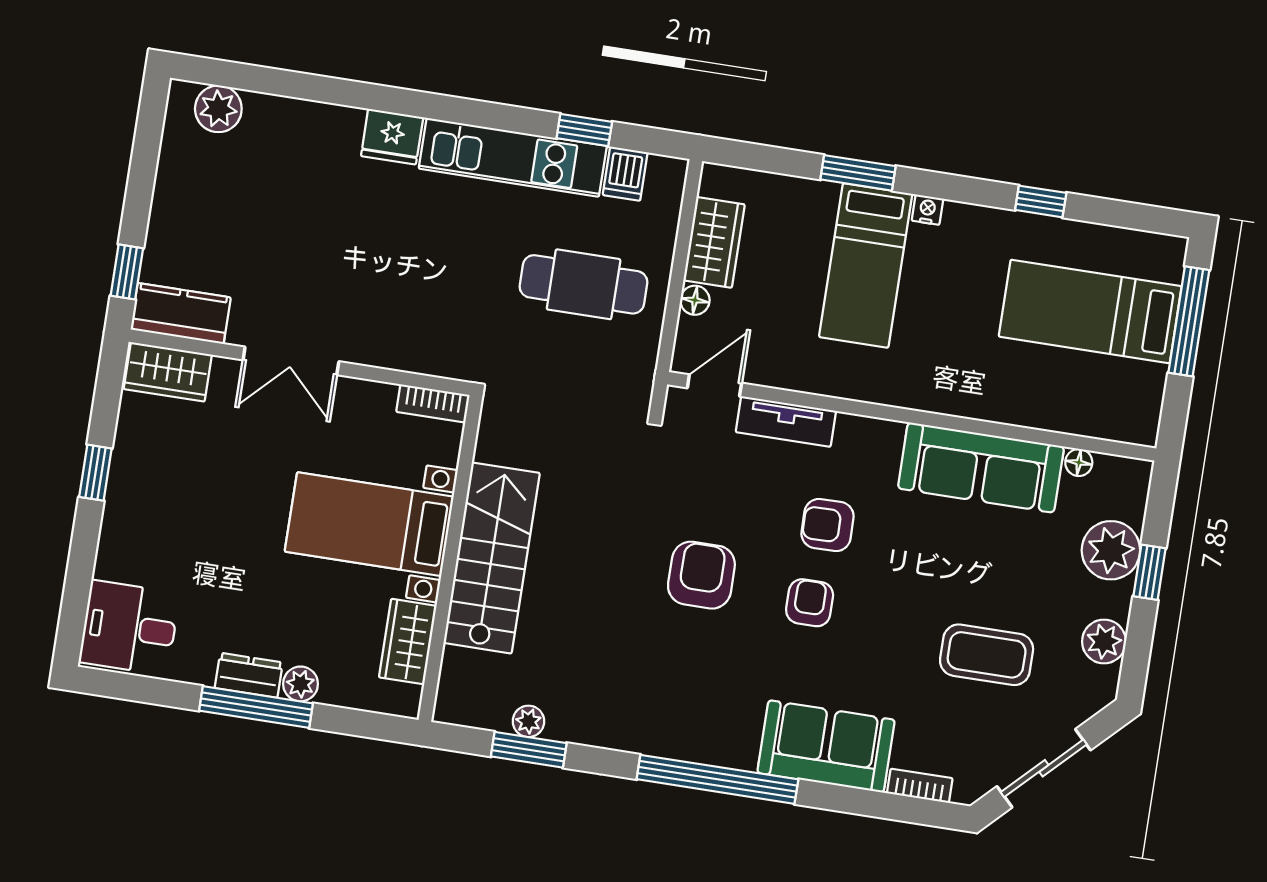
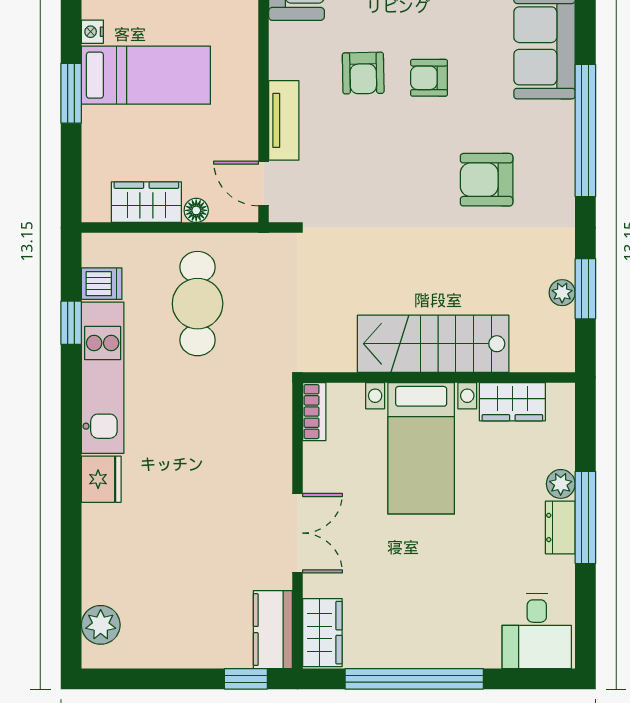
window: (95, 473) -> (414, 679), width x3.17
armchair: (701, 575) -> (487, 180), moved

